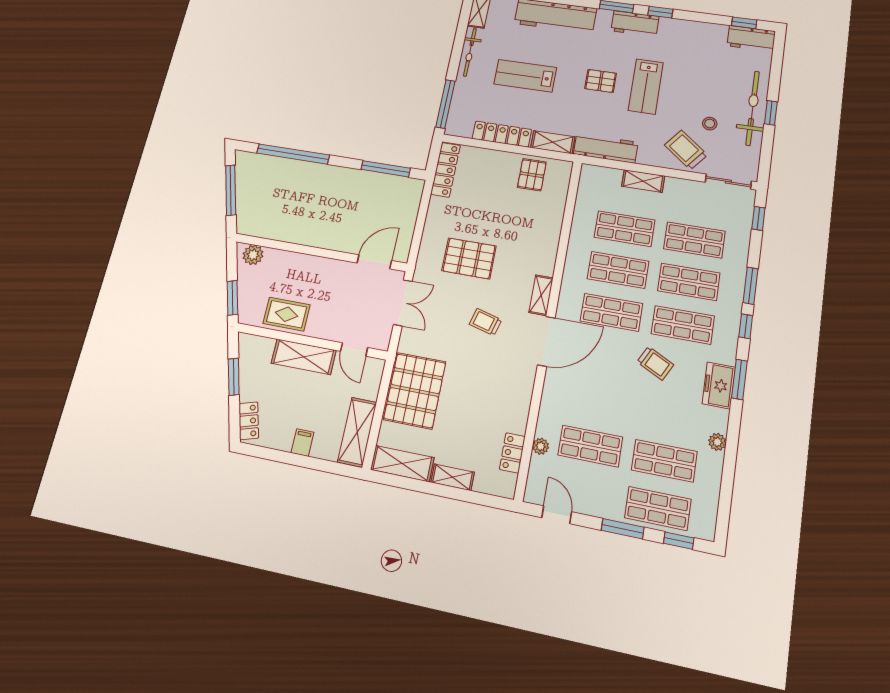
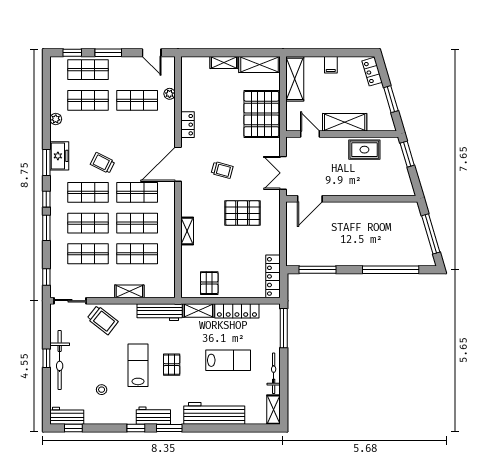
pallet: (601, 81) -> (172, 365), turned 90
stool: (710, 124) -> (102, 390), moved
plant: (253, 255) -> (400, 188), removed
shelving: (541, 295) -> (187, 231), moved
locker: (512, 453) -> (187, 125), moved

